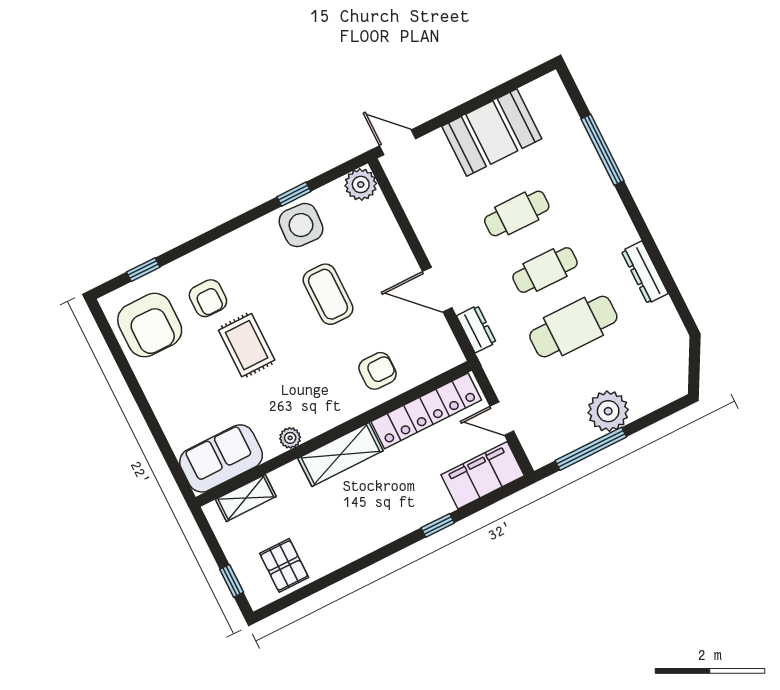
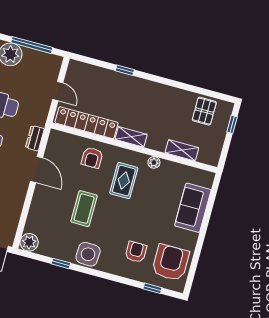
side table: (301, 225) -> (88, 254), moved
rug: (247, 345) -> (124, 181), moved
armchair: (377, 371) -> (92, 158), turned -90
shelving: (340, 454) -> (131, 137), width x0.67, depth x0.75
sofa: (221, 458) -> (193, 208), moved, turned 90
filing cabinet: (483, 475) -> (87, 74), removed
shelving: (246, 498) -> (182, 150), moved

